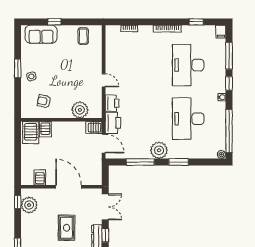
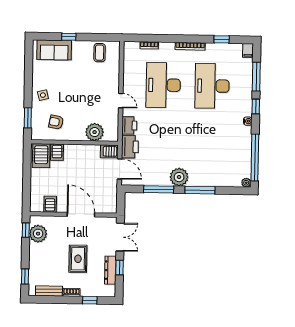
window: (18, 68) -> (28, 118), moved
desk: (188, 119) -> (163, 85), moved
window: (179, 162) -> (200, 190), width x1.44

